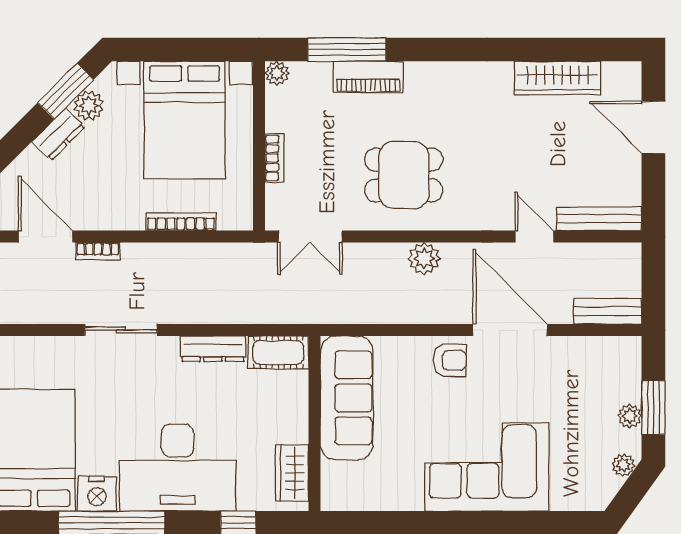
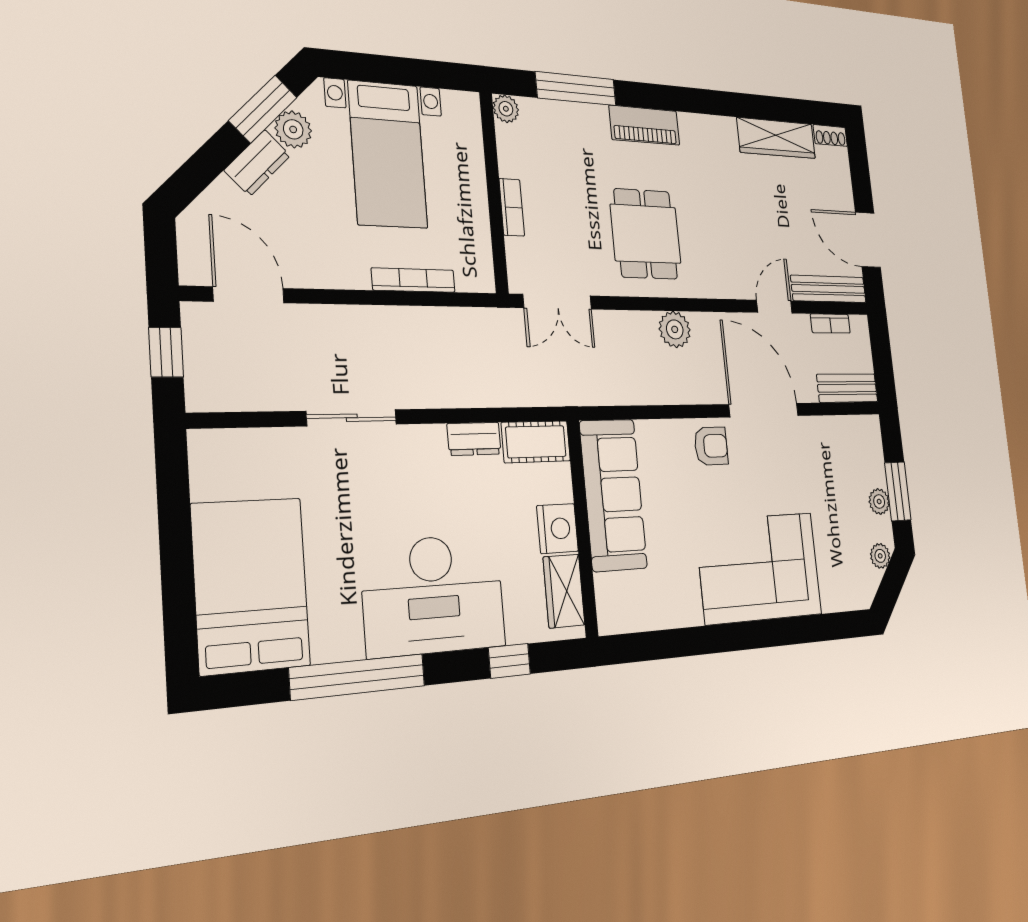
shoe rack: (622, 71) -> (830, 135), added
piano: (368, 77) -> (644, 125), moved
bed with nightstands: (185, 120) -> (388, 154), width x0.73
door: (653, 127) -> (868, 240), moved
dining table: (404, 175) -> (646, 234), turned 90
door: (534, 237) -> (774, 307), hinge flipped
bookcase: (98, 251) -> (830, 324), moved
dresser: (213, 349) -> (474, 439), width x0.70
nightstand: (97, 494) -> (557, 529), moved, turned -90

